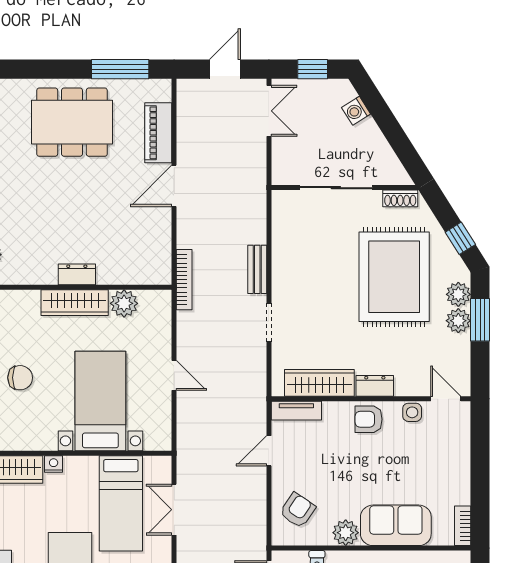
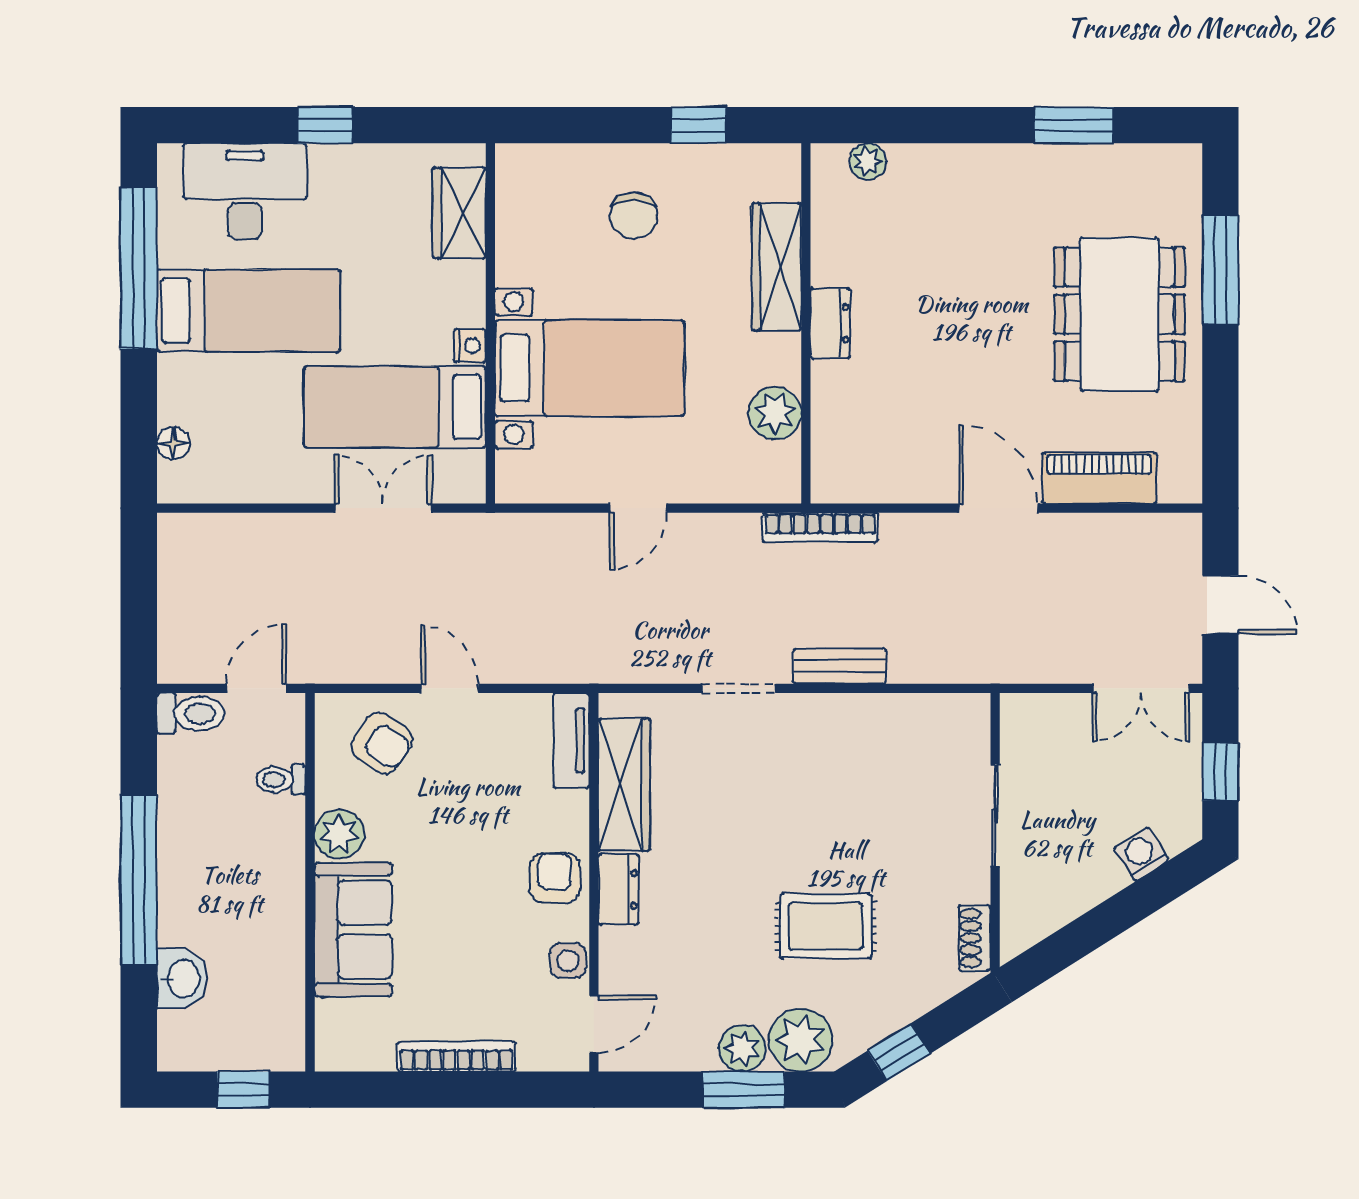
window: (120, 69) -> (1220, 270), moved
sliding door: (336, 188) -> (995, 816), width x0.73
rug: (394, 277) -> (826, 926), width x0.54, depth x0.49
plant: (458, 294) -> (801, 1040), width x1.36, depth x1.36
wardrobe: (75, 303) -> (777, 267), moved
door: (269, 451) -> (450, 688), moved
nightstand: (54, 464) -> (470, 346), moved
bookcase: (463, 526) -> (457, 1056), moved, width x1.56

